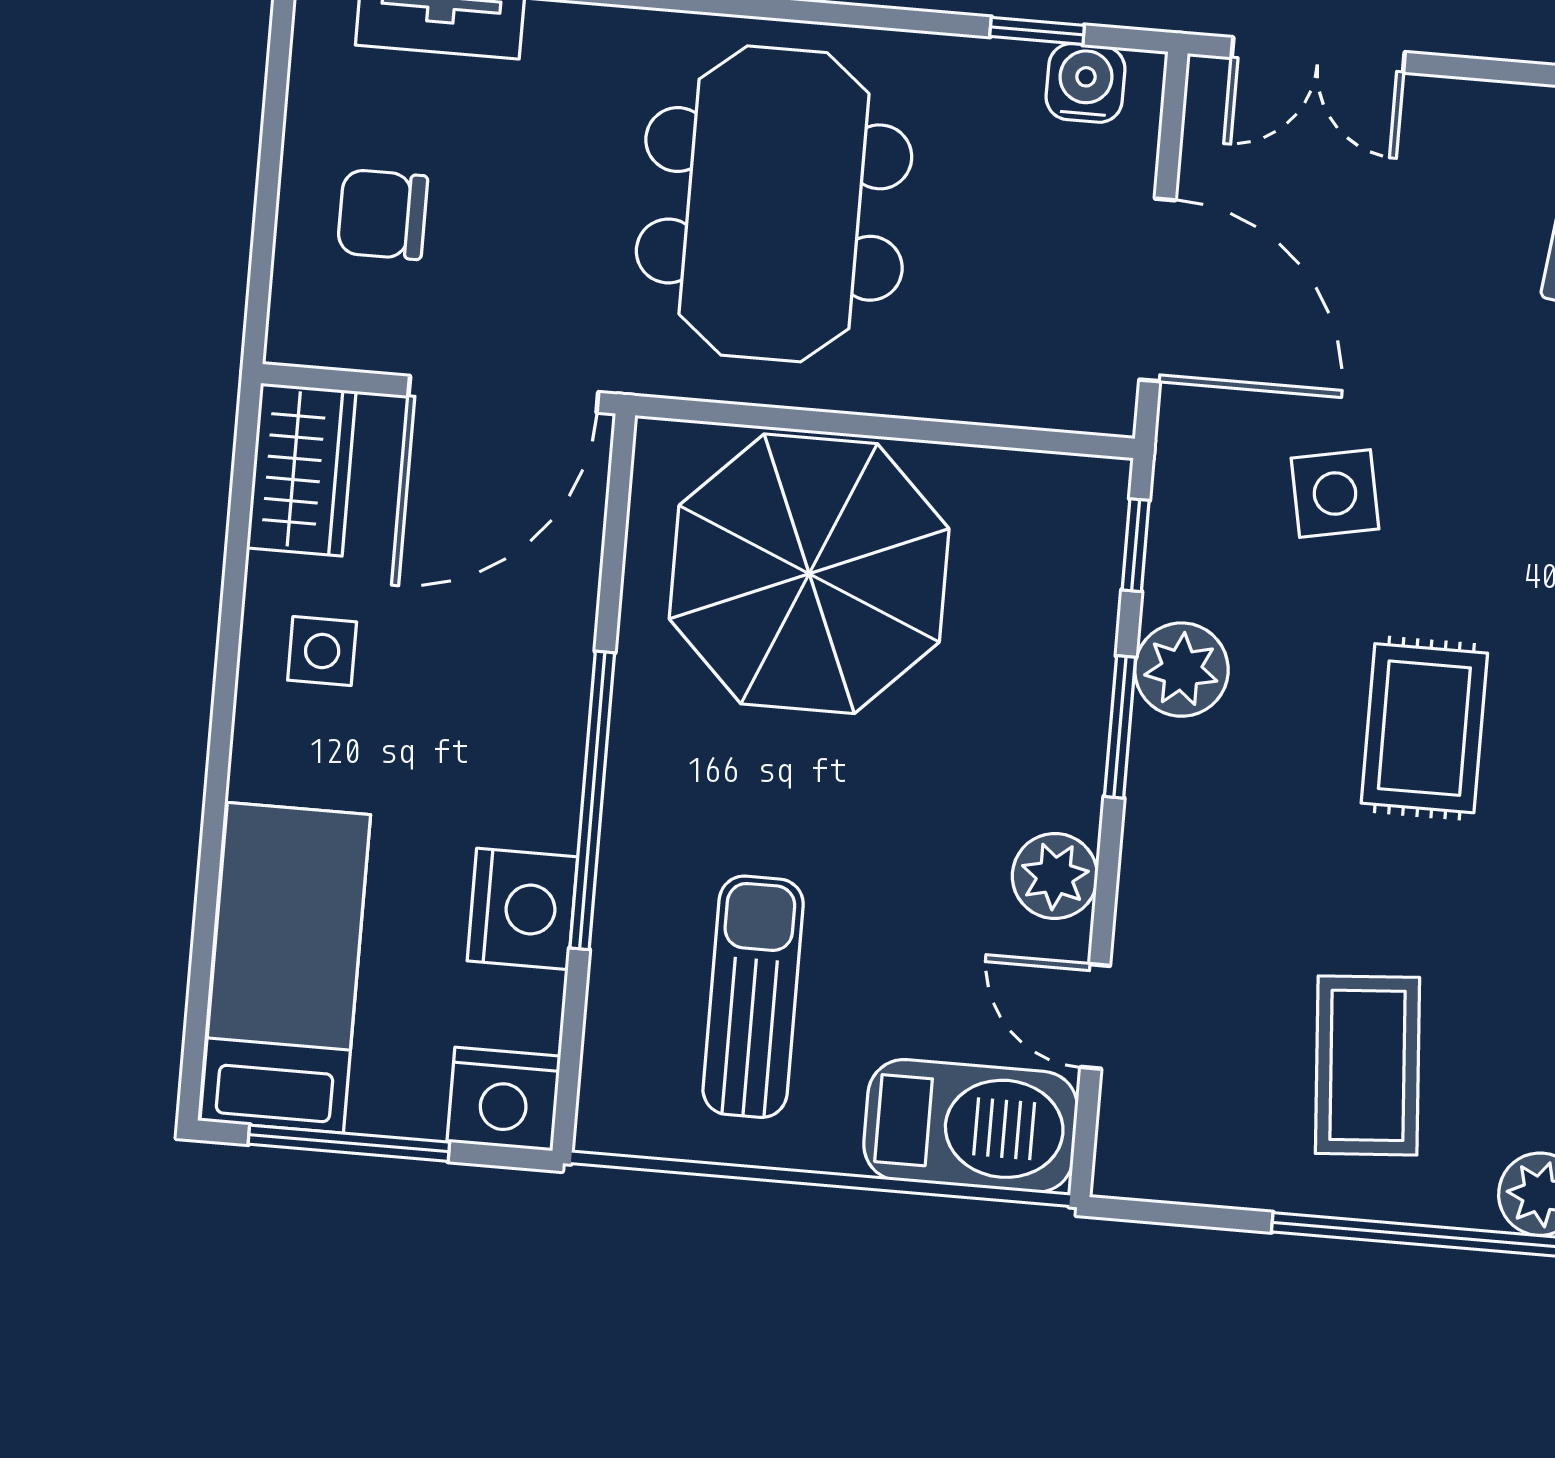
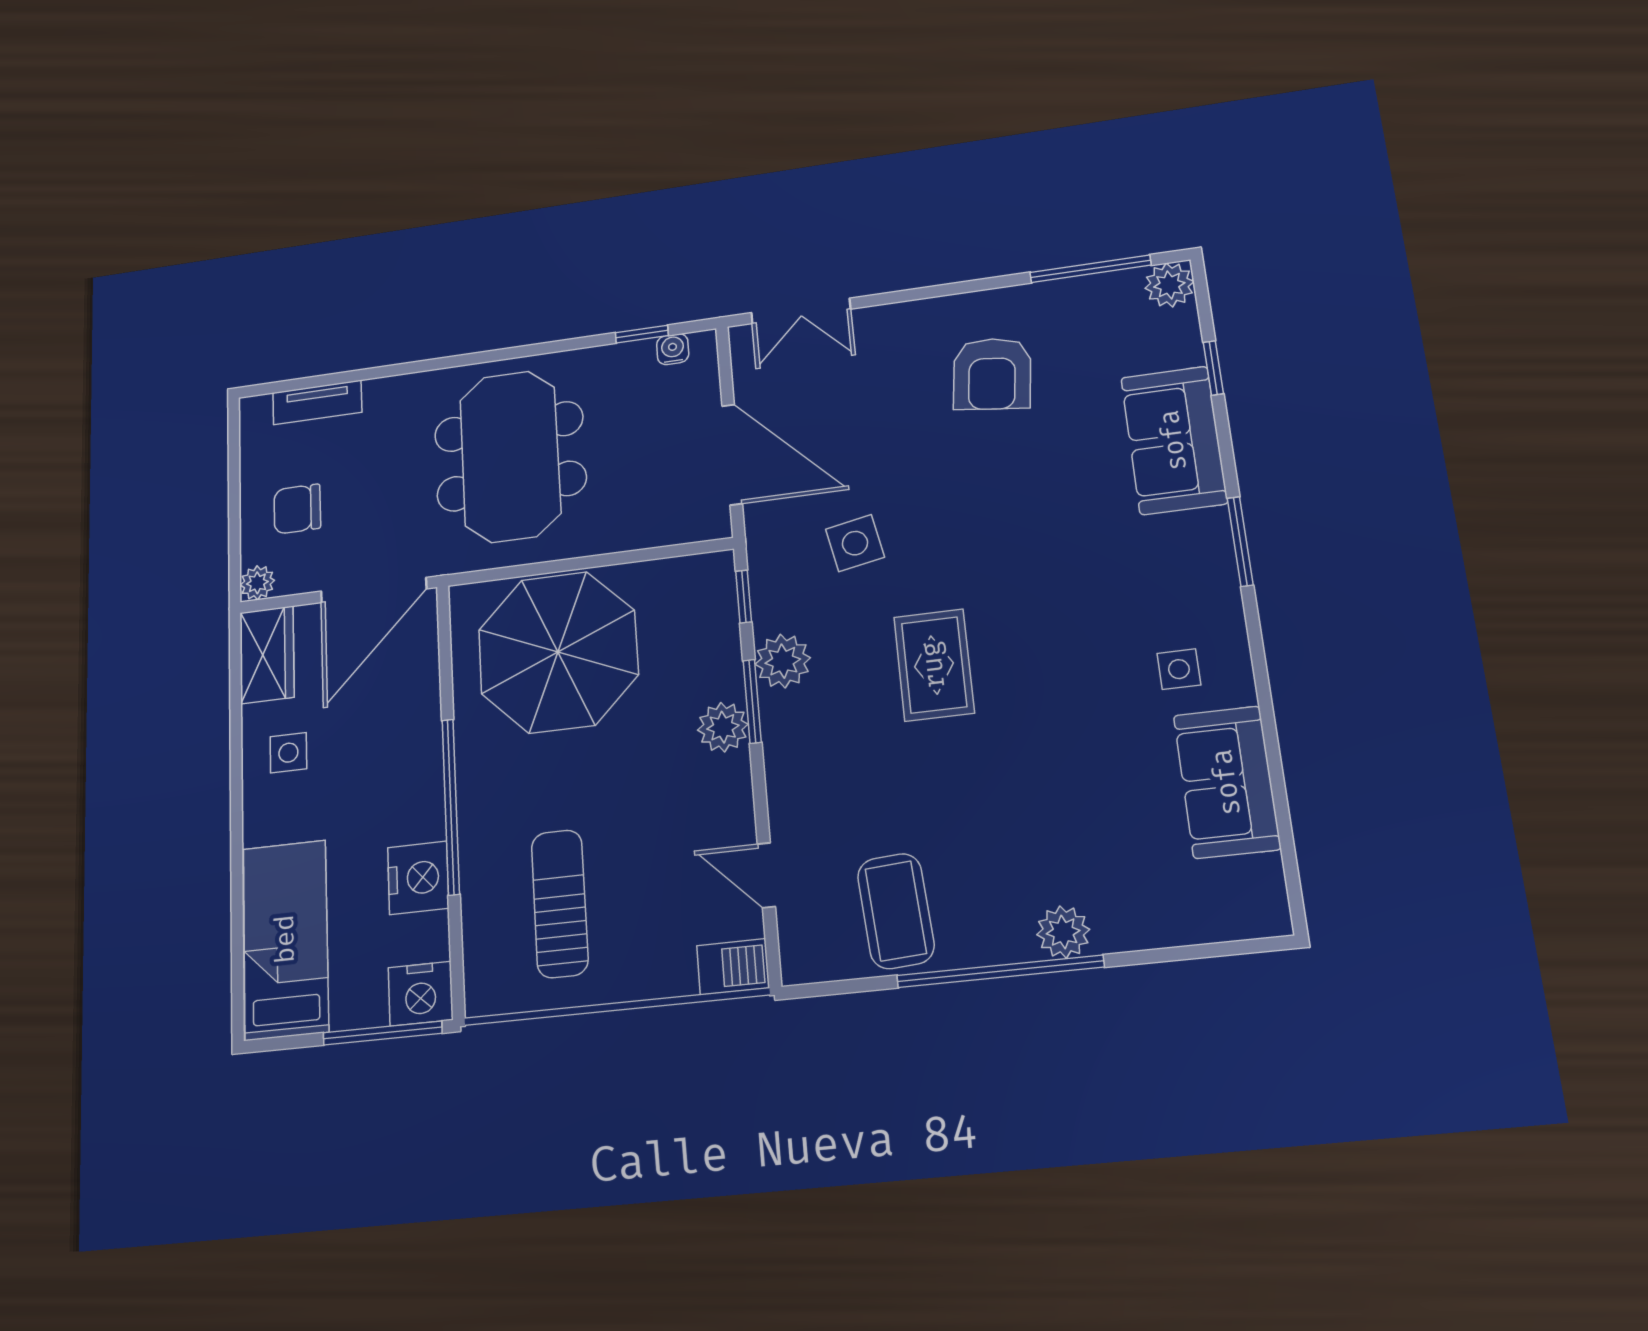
water cooler: (1085, 83) -> (673, 349), width x0.72, depth x0.72
plant: (297, 335) -> (257, 583), added
plant: (1055, 876) -> (723, 727), moved
coffee table: (1368, 1065) -> (896, 911), moved
barbecue: (971, 1126) -> (733, 967), width x0.53, depth x0.65
window: (349, 1143) -> (382, 1033), moved

